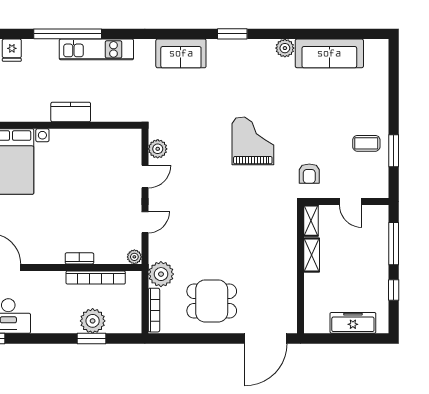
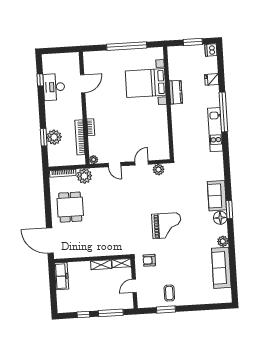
floor lamp: (245, 50) -> (220, 218), added
sofa: (181, 53) -> (217, 196), moved
kitchen counter: (71, 112) -> (176, 92), moved
door: (145, 177) -> (142, 163), swing flipped
freezer: (353, 323) -> (61, 276), moved

